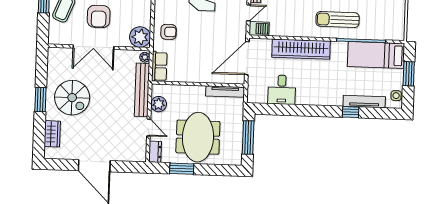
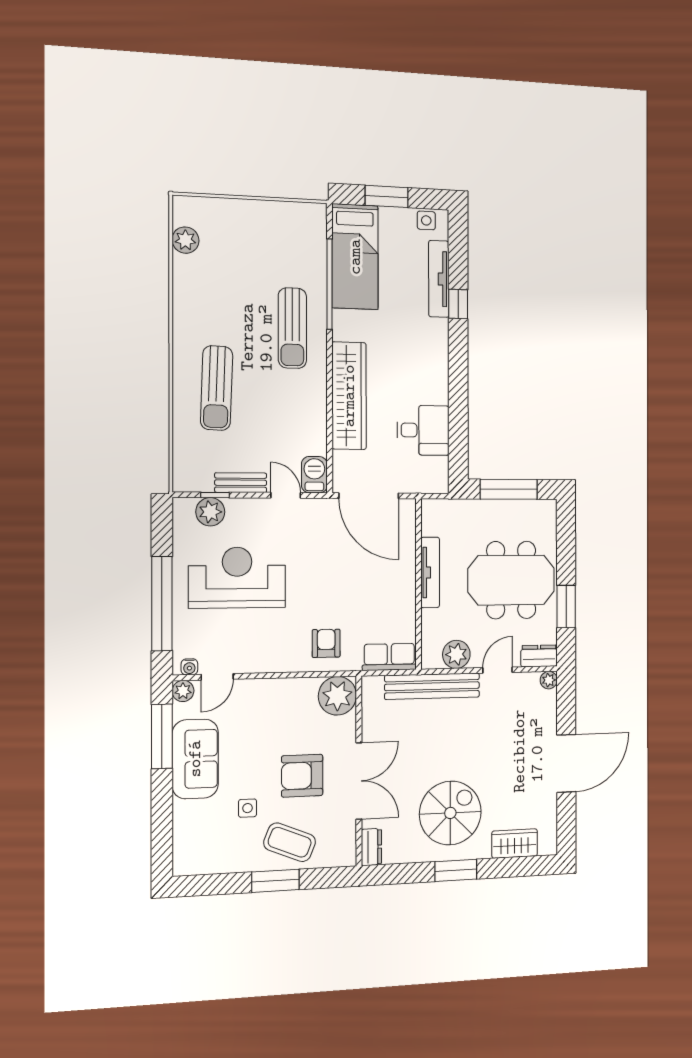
armchair: (99, 16) -> (302, 776), turned 180
dresser: (57, 53) -> (371, 847), added
plant: (145, 57) -> (549, 680), moved
tv unit: (225, 92) -> (430, 572), moved

